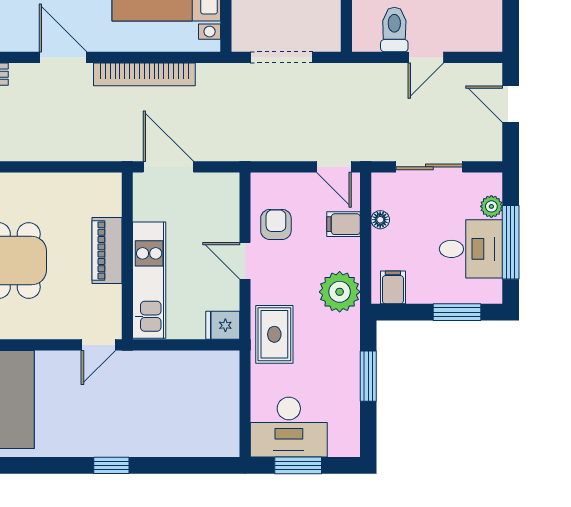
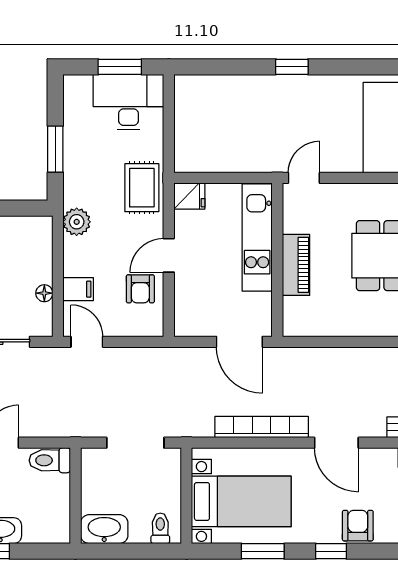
toilet: (394, 30) -> (50, 460), moved, turned 90
door: (245, 261) -> (169, 255), swing flipped
filing cabinet: (393, 287) -> (33, 231), removed
plant: (340, 292) -> (77, 222), width x0.73, depth x0.73

